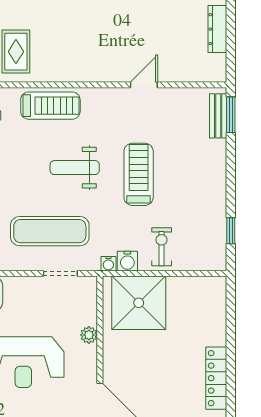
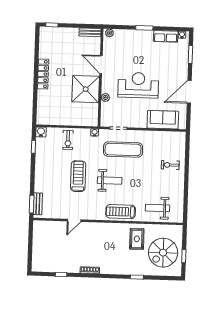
dresser: (217, 29) -> (37, 247), removed
treadmill: (139, 174) -> (78, 176), turned 180
water cooler: (127, 261) -> (41, 132), moved
shower: (139, 303) -> (86, 89), moved

